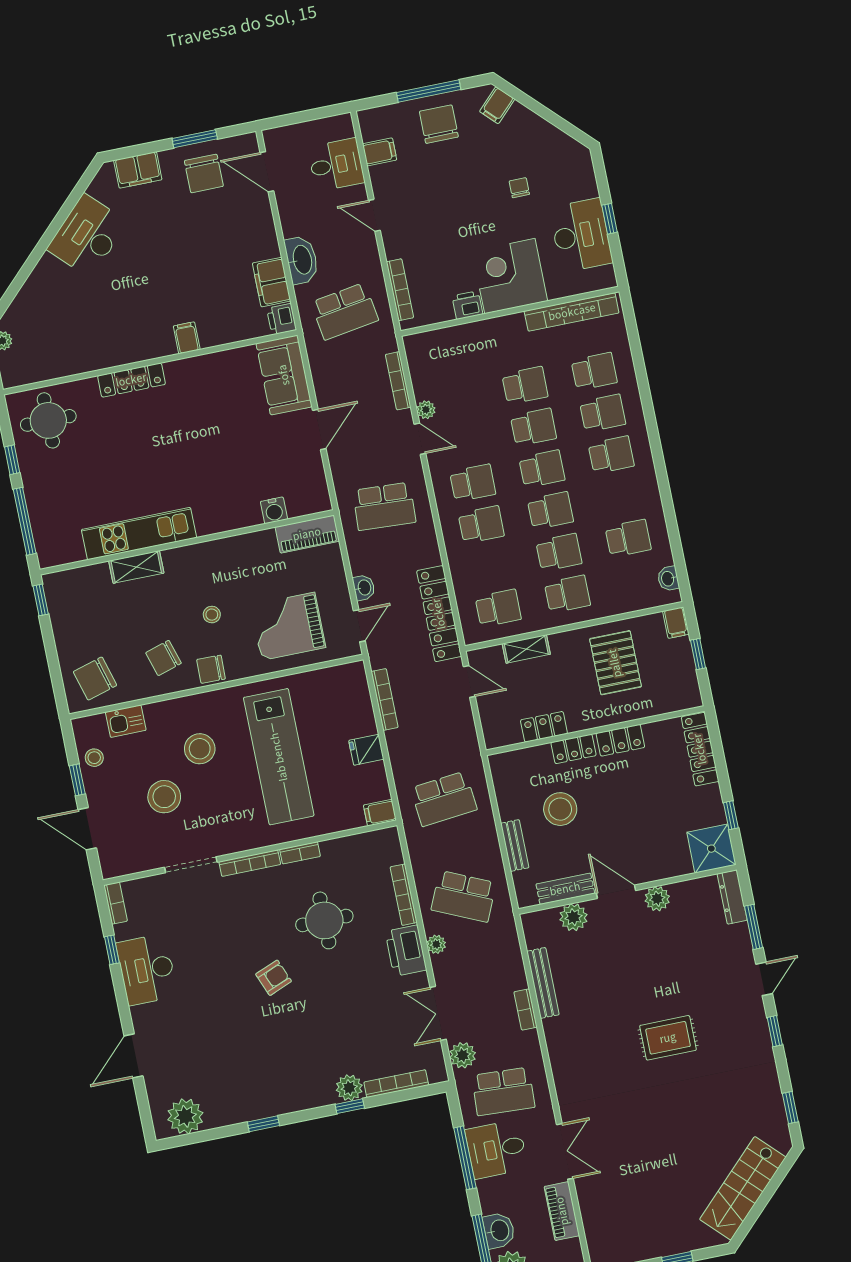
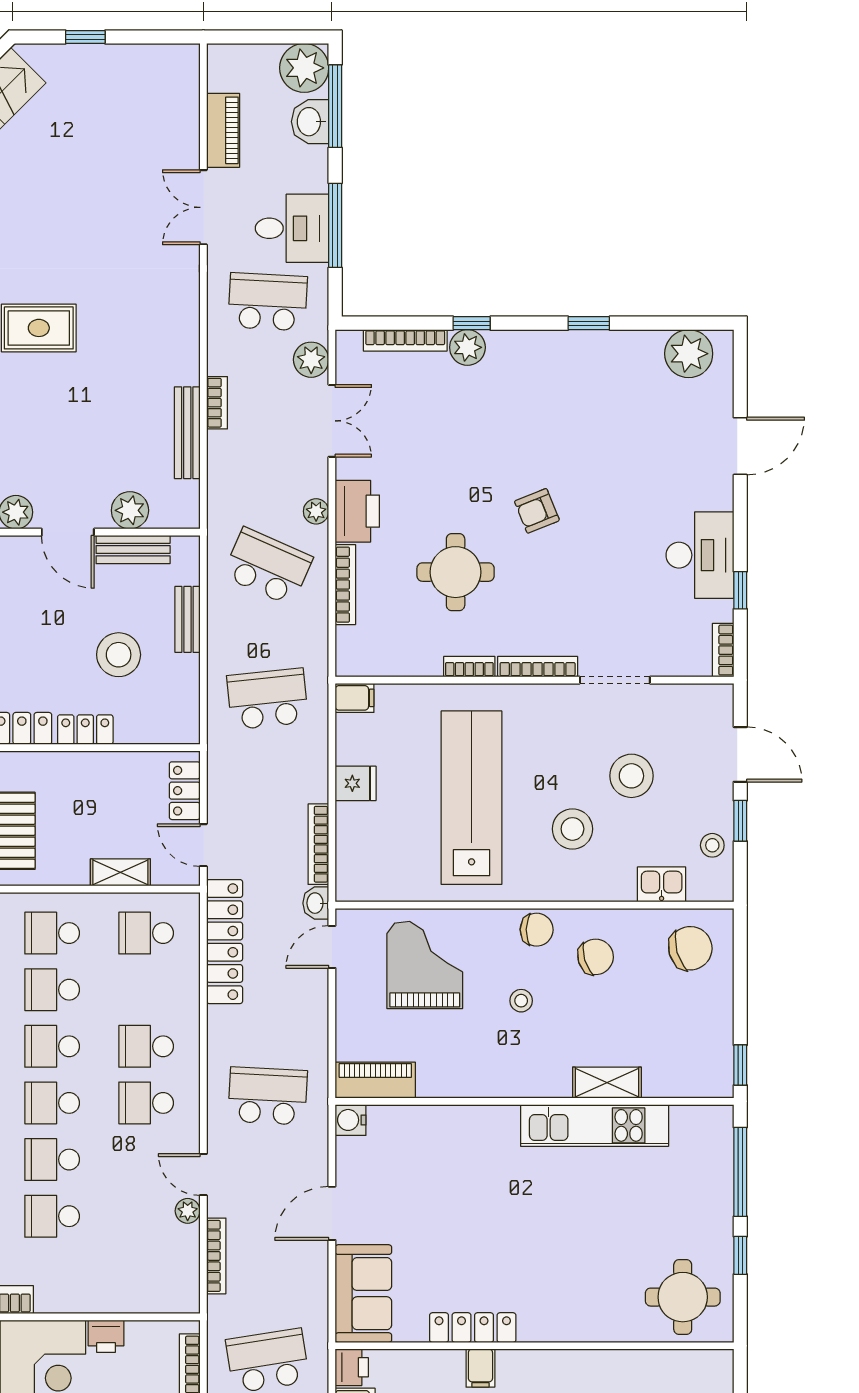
locker: (131, 380) -> (473, 1328), moved
water cooler: (274, 510) -> (351, 1120), moved, turned -90
washbasin: (364, 588) -> (316, 903), moved
grand piano: (288, 626) -> (425, 965), turned -90
locker: (544, 727) -> (185, 791), moved, turned 90

